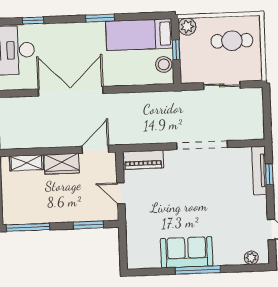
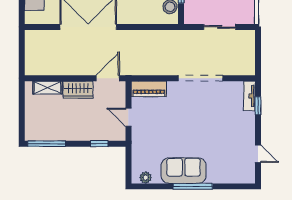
tv unit: (259, 171) -> (249, 96), width x0.71
window: (88, 225) -> (99, 144), width x0.67
plant: (251, 258) -> (146, 178), moved

